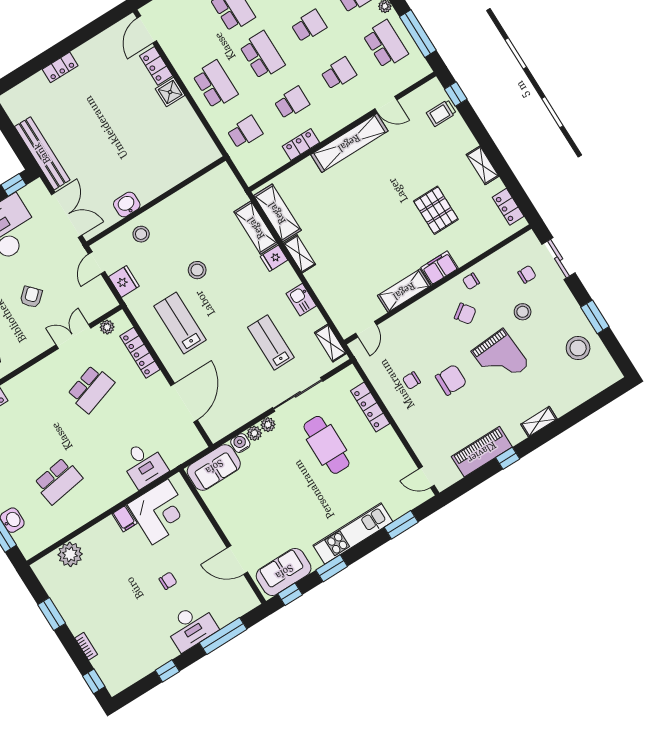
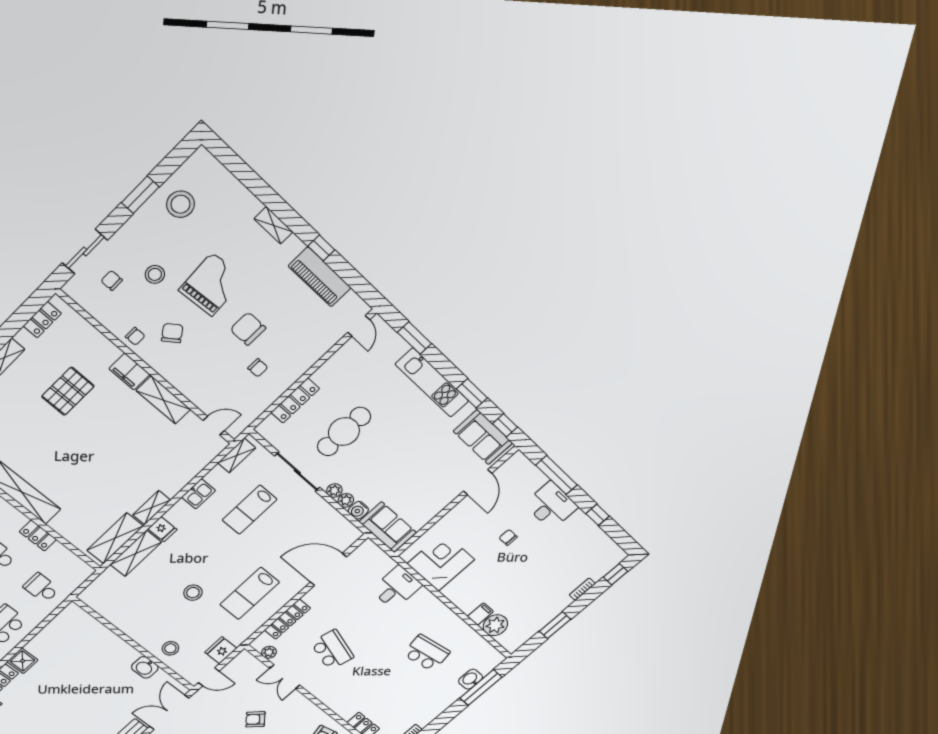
school desk: (91, 389) -> (332, 650), turned 33
filing cabinet: (125, 519) -> (480, 614), moved

